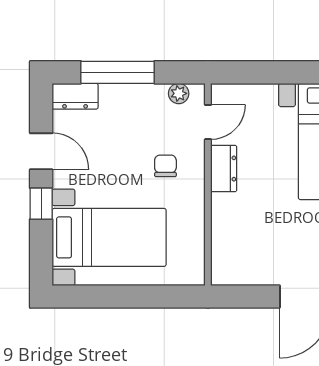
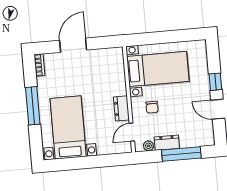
dresser: (75, 96) -> (167, 143), moved
bed with nightstands: (109, 237) -> (158, 69), moved, turned 180

